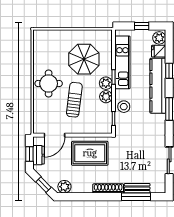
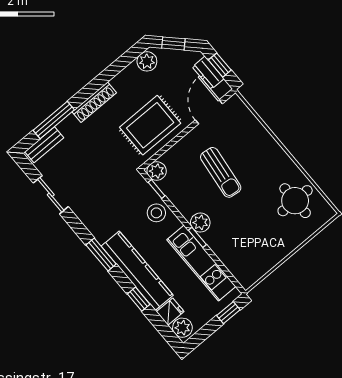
window: (142, 26) -> (228, 313), moved
parasol: (84, 59) -> (249, 229), removed
round table: (49, 84) -> (295, 201), moved
plant: (106, 97) -> (157, 171), moved
bench: (137, 188) -> (44, 145), moved

